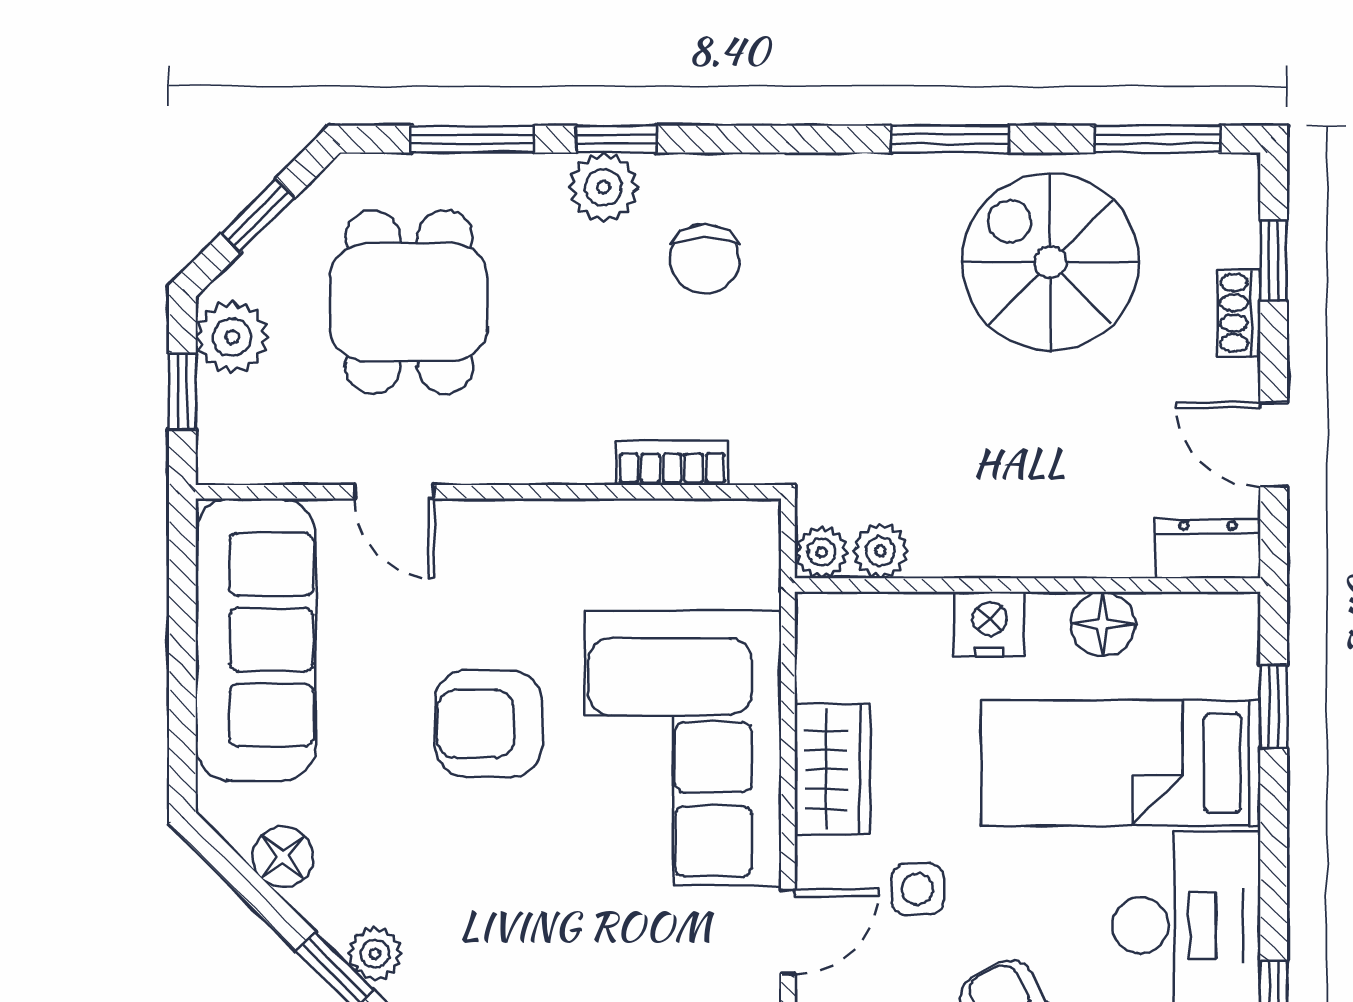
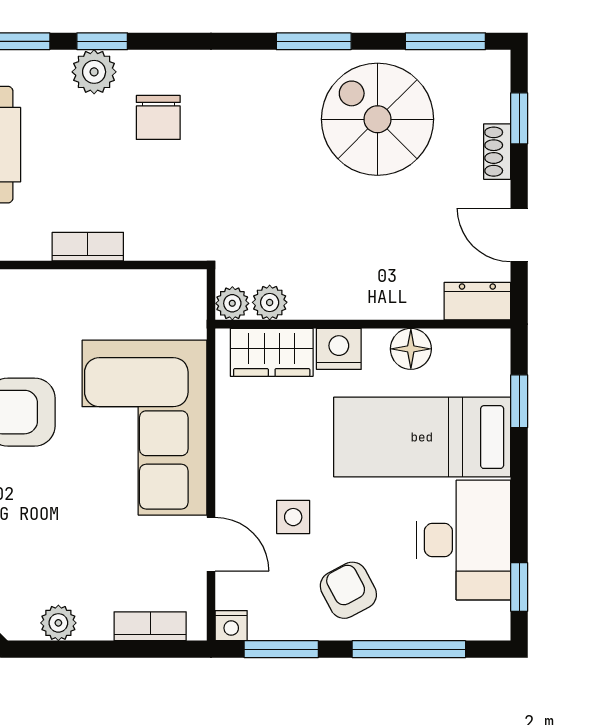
bookcase: (672, 463) -> (88, 247), moved
wardrobe: (832, 769) -> (272, 352), moved, turned 90
door: (788, 932) -> (211, 544), hinge flipped

